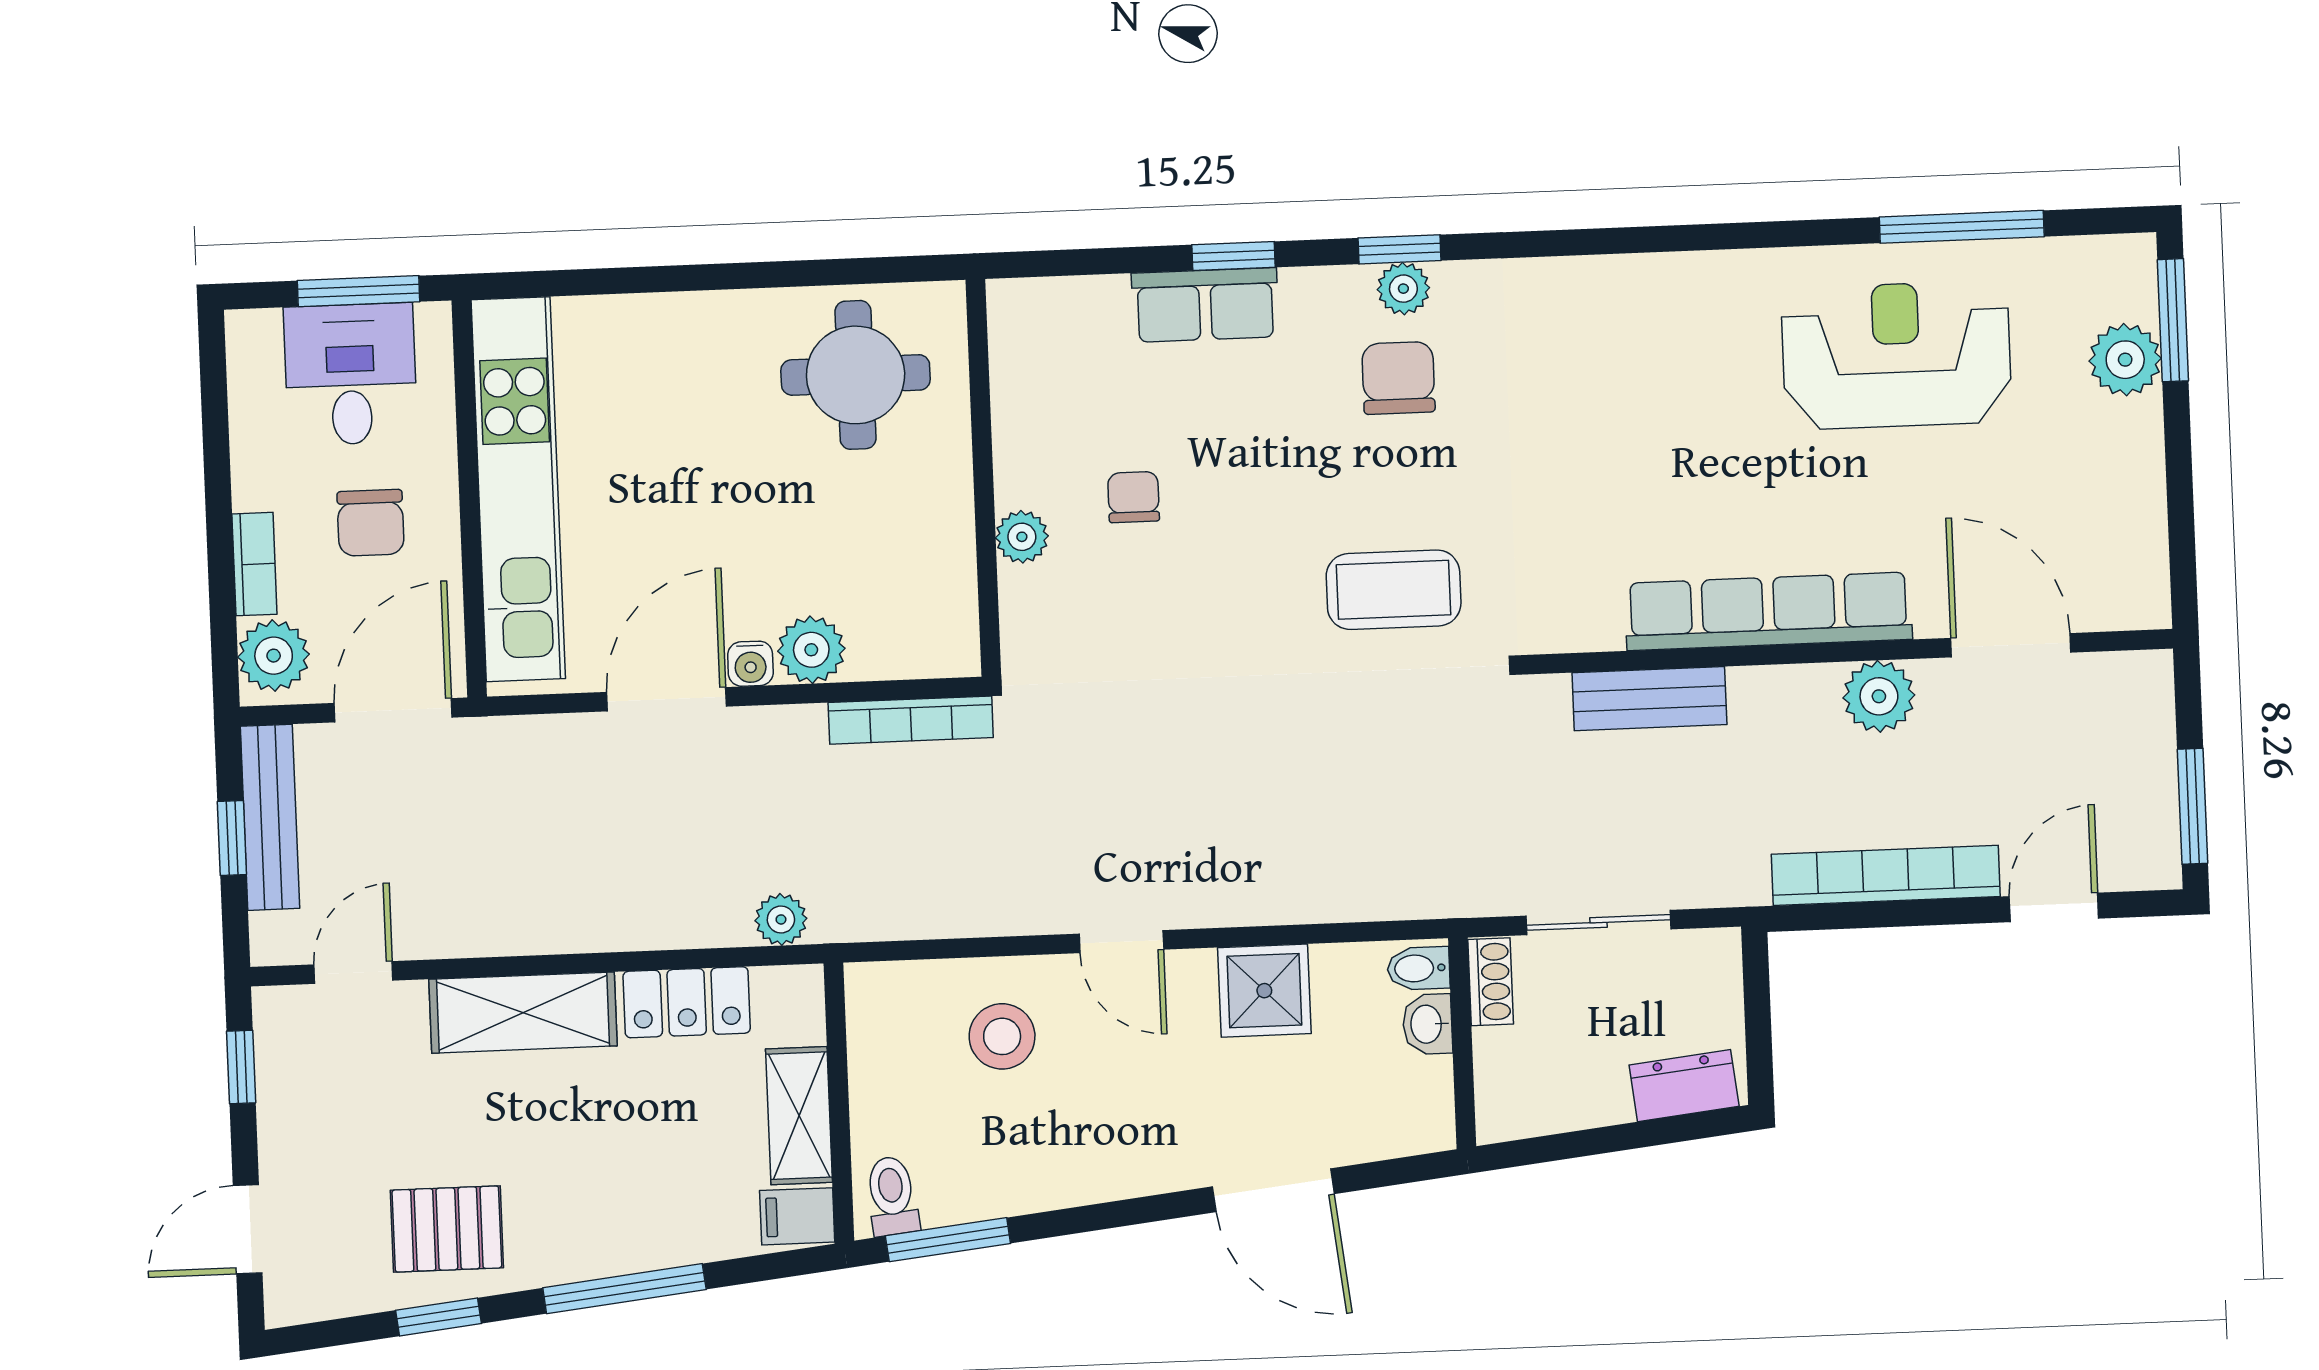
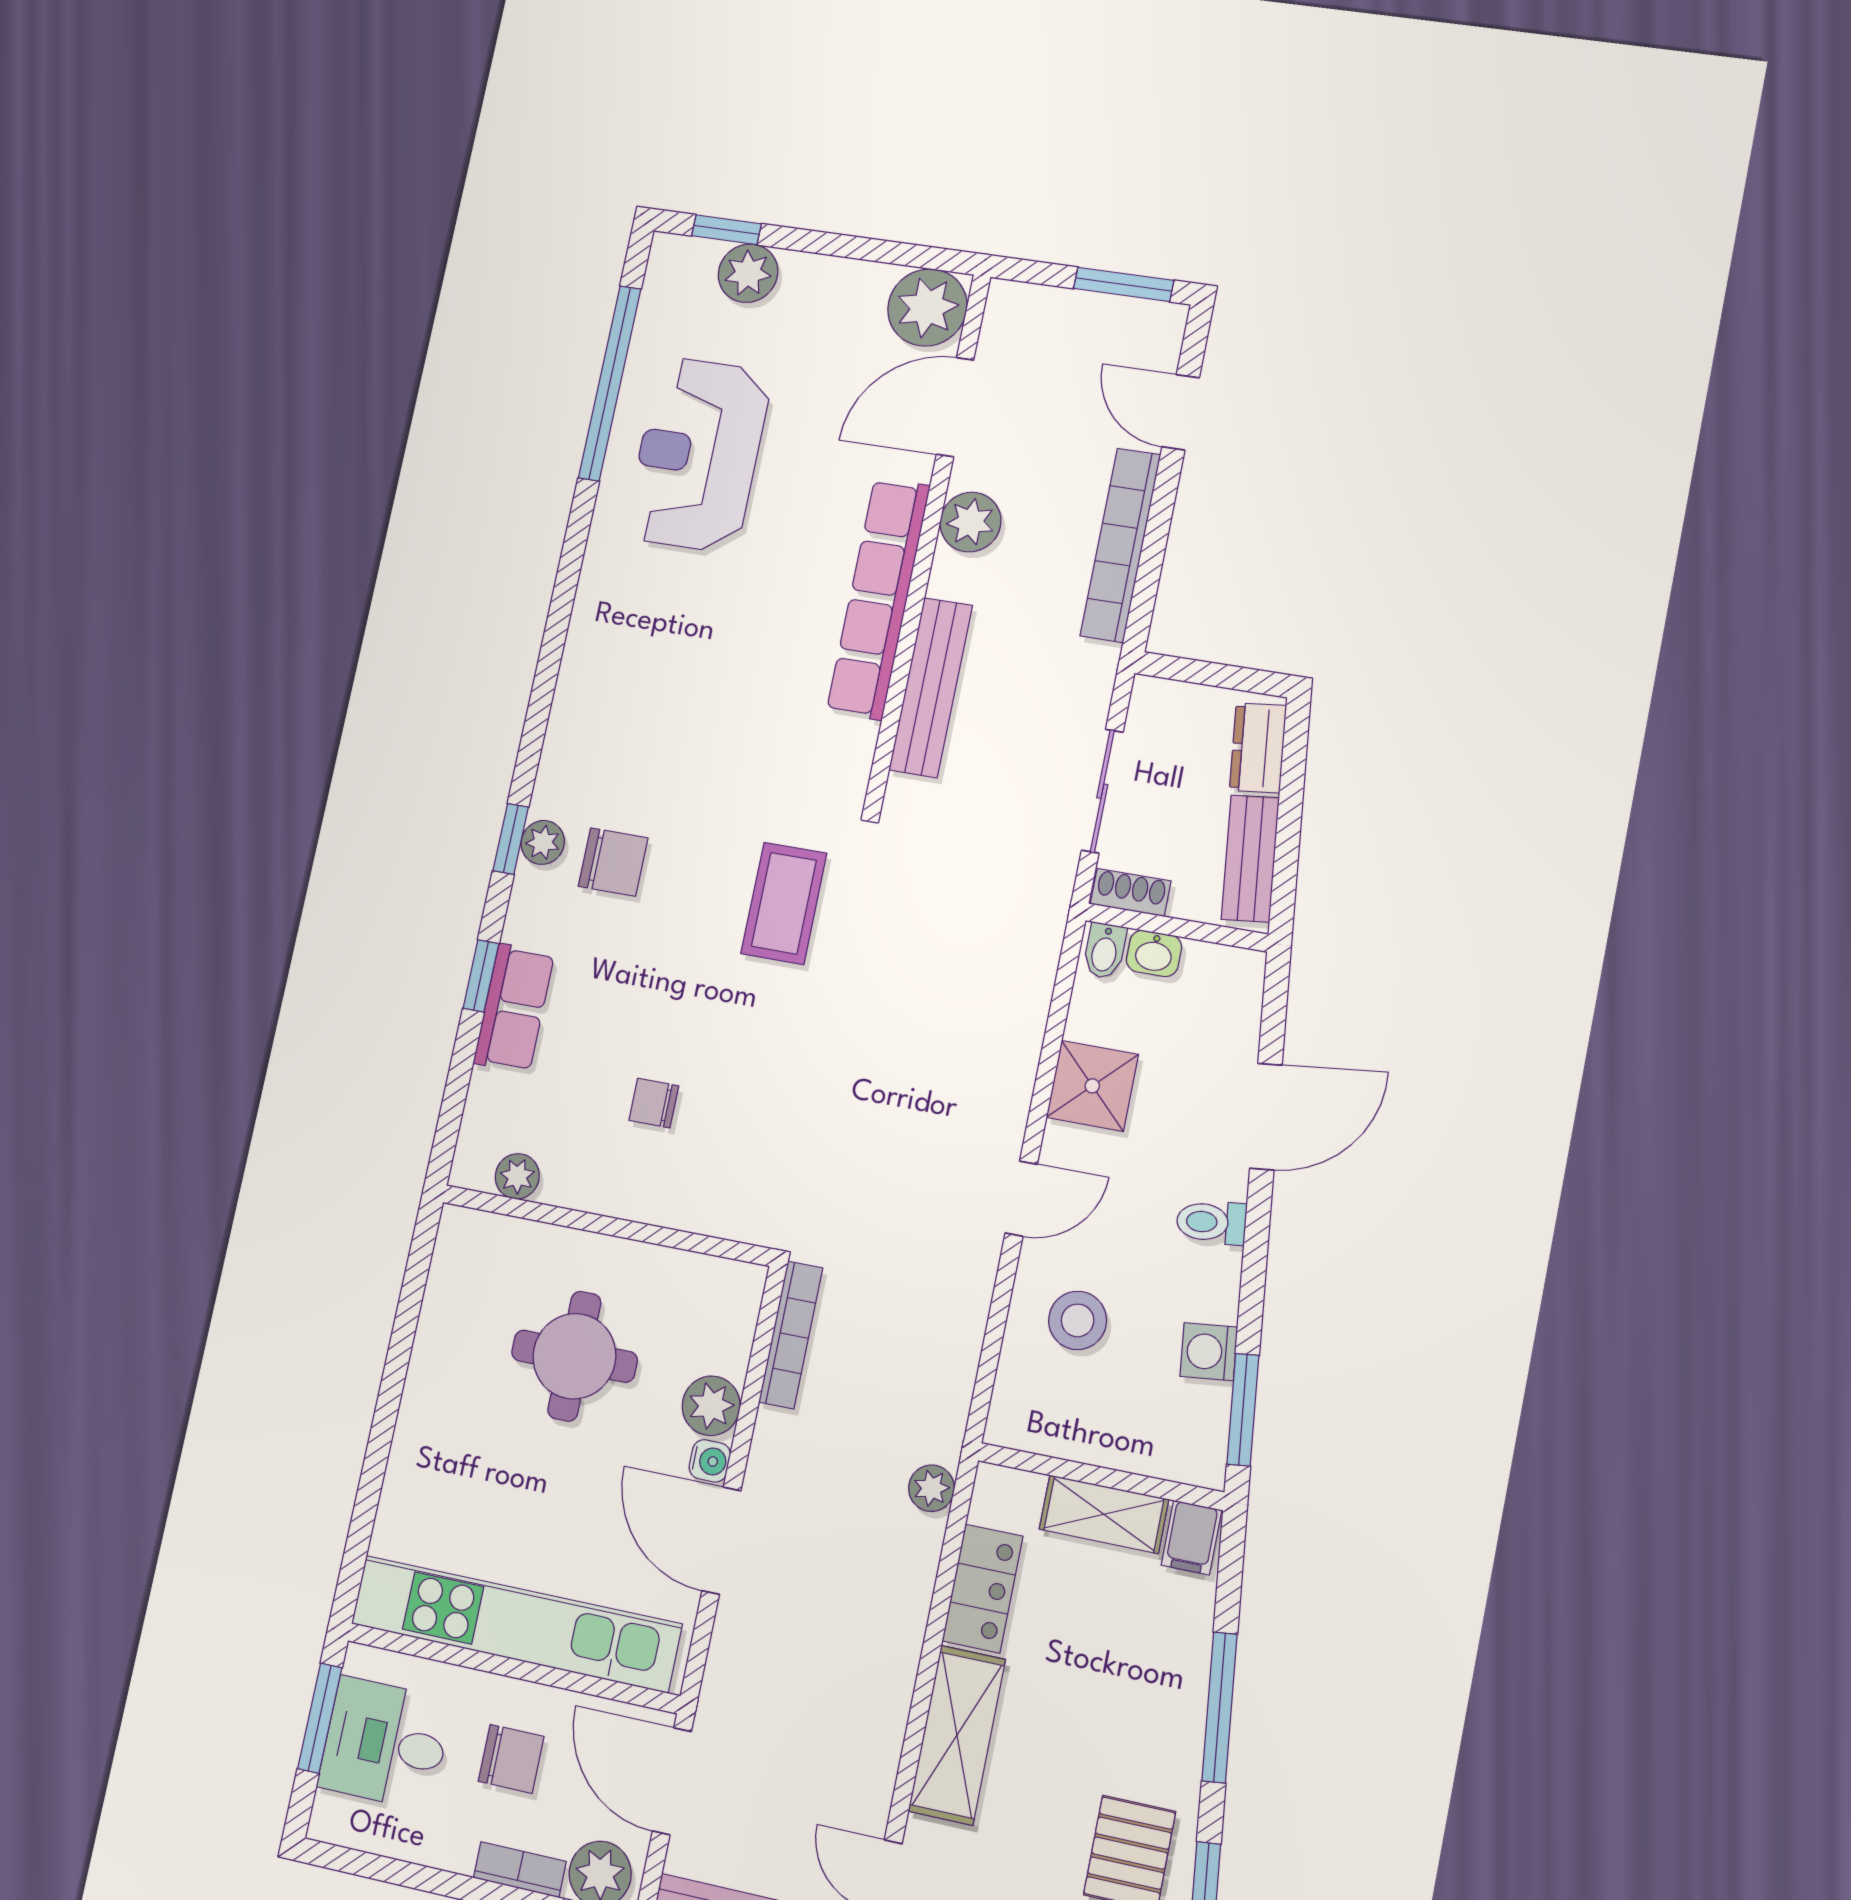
window: (1962, 227) -> (610, 383), width x1.46
window: (2173, 320) -> (726, 230), width x0.67
round table: (856, 375) -> (574, 1356), moved
chair: (1398, 378) -> (613, 862), turned 180
plant: (1022, 537) -> (517, 1176), moved
plant: (2123, 583) -> (927, 307), added
bench: (1649, 699) -> (931, 688), width x1.36
bench: (1557, 1106) -> (1250, 859), added
washing machine: (1002, 1188) -> (1209, 1352), added
toilet: (892, 1196) -> (1211, 1222), moved

